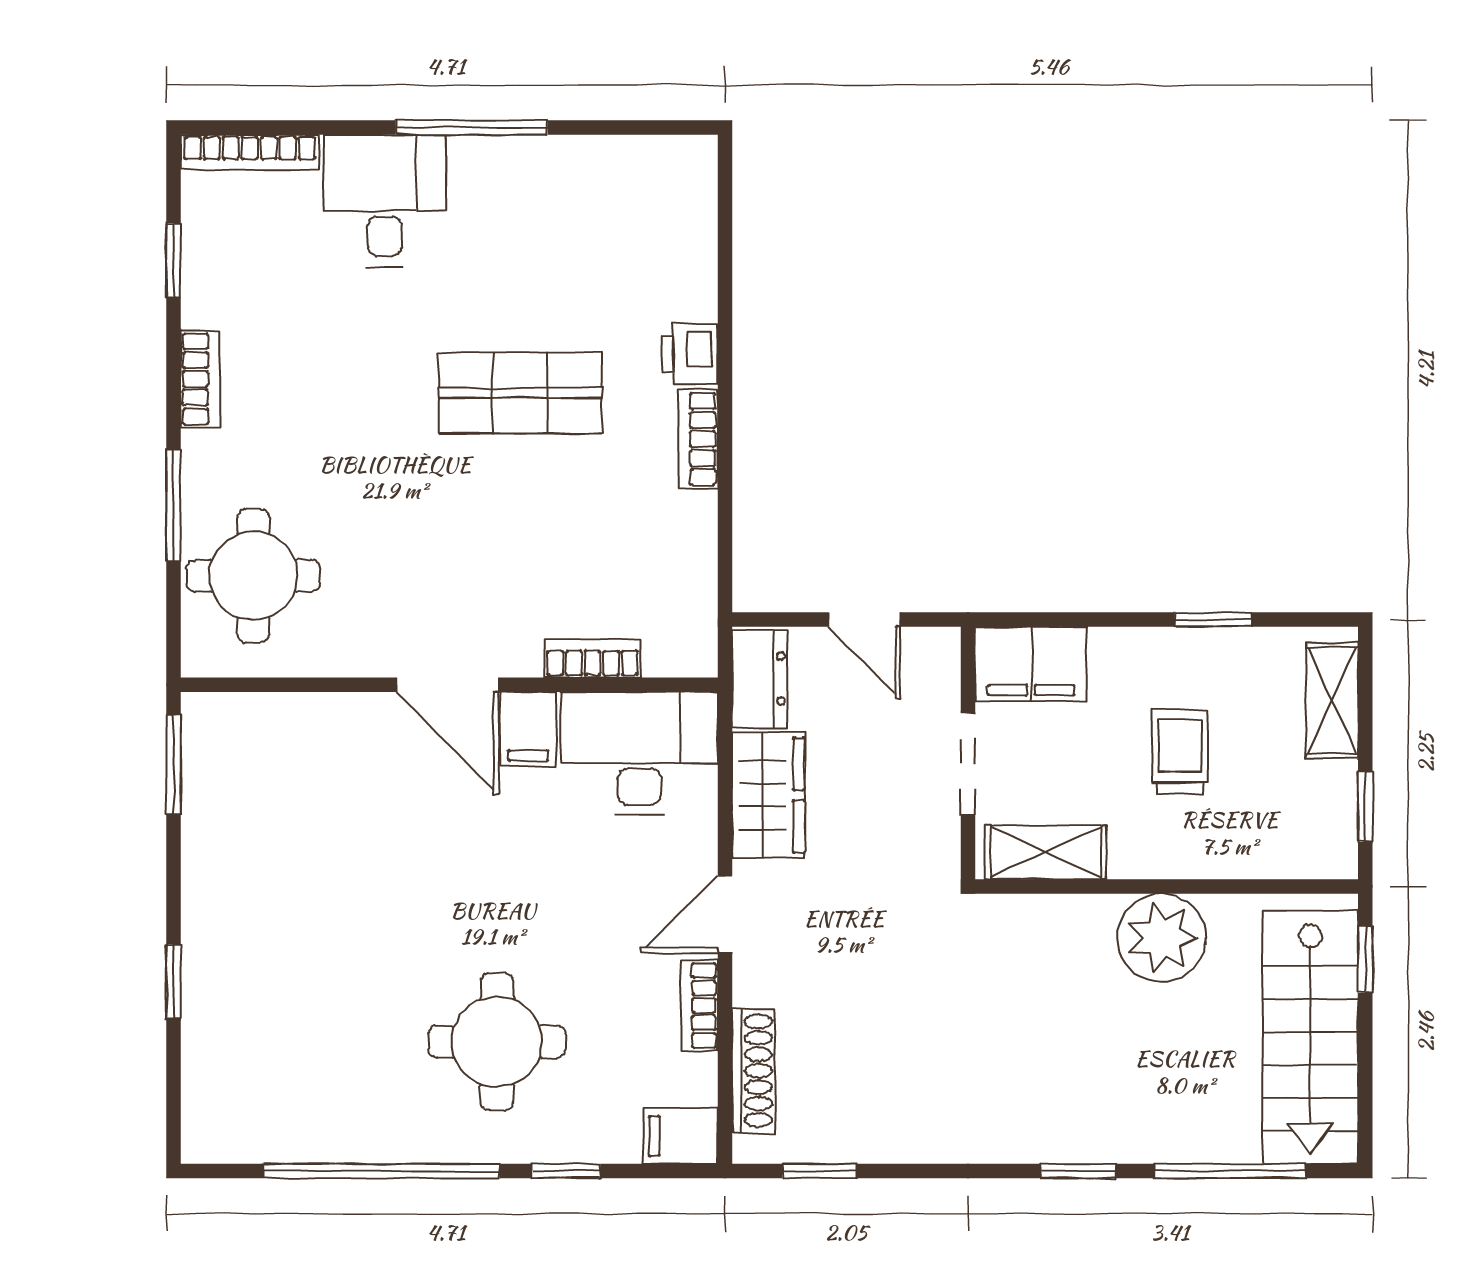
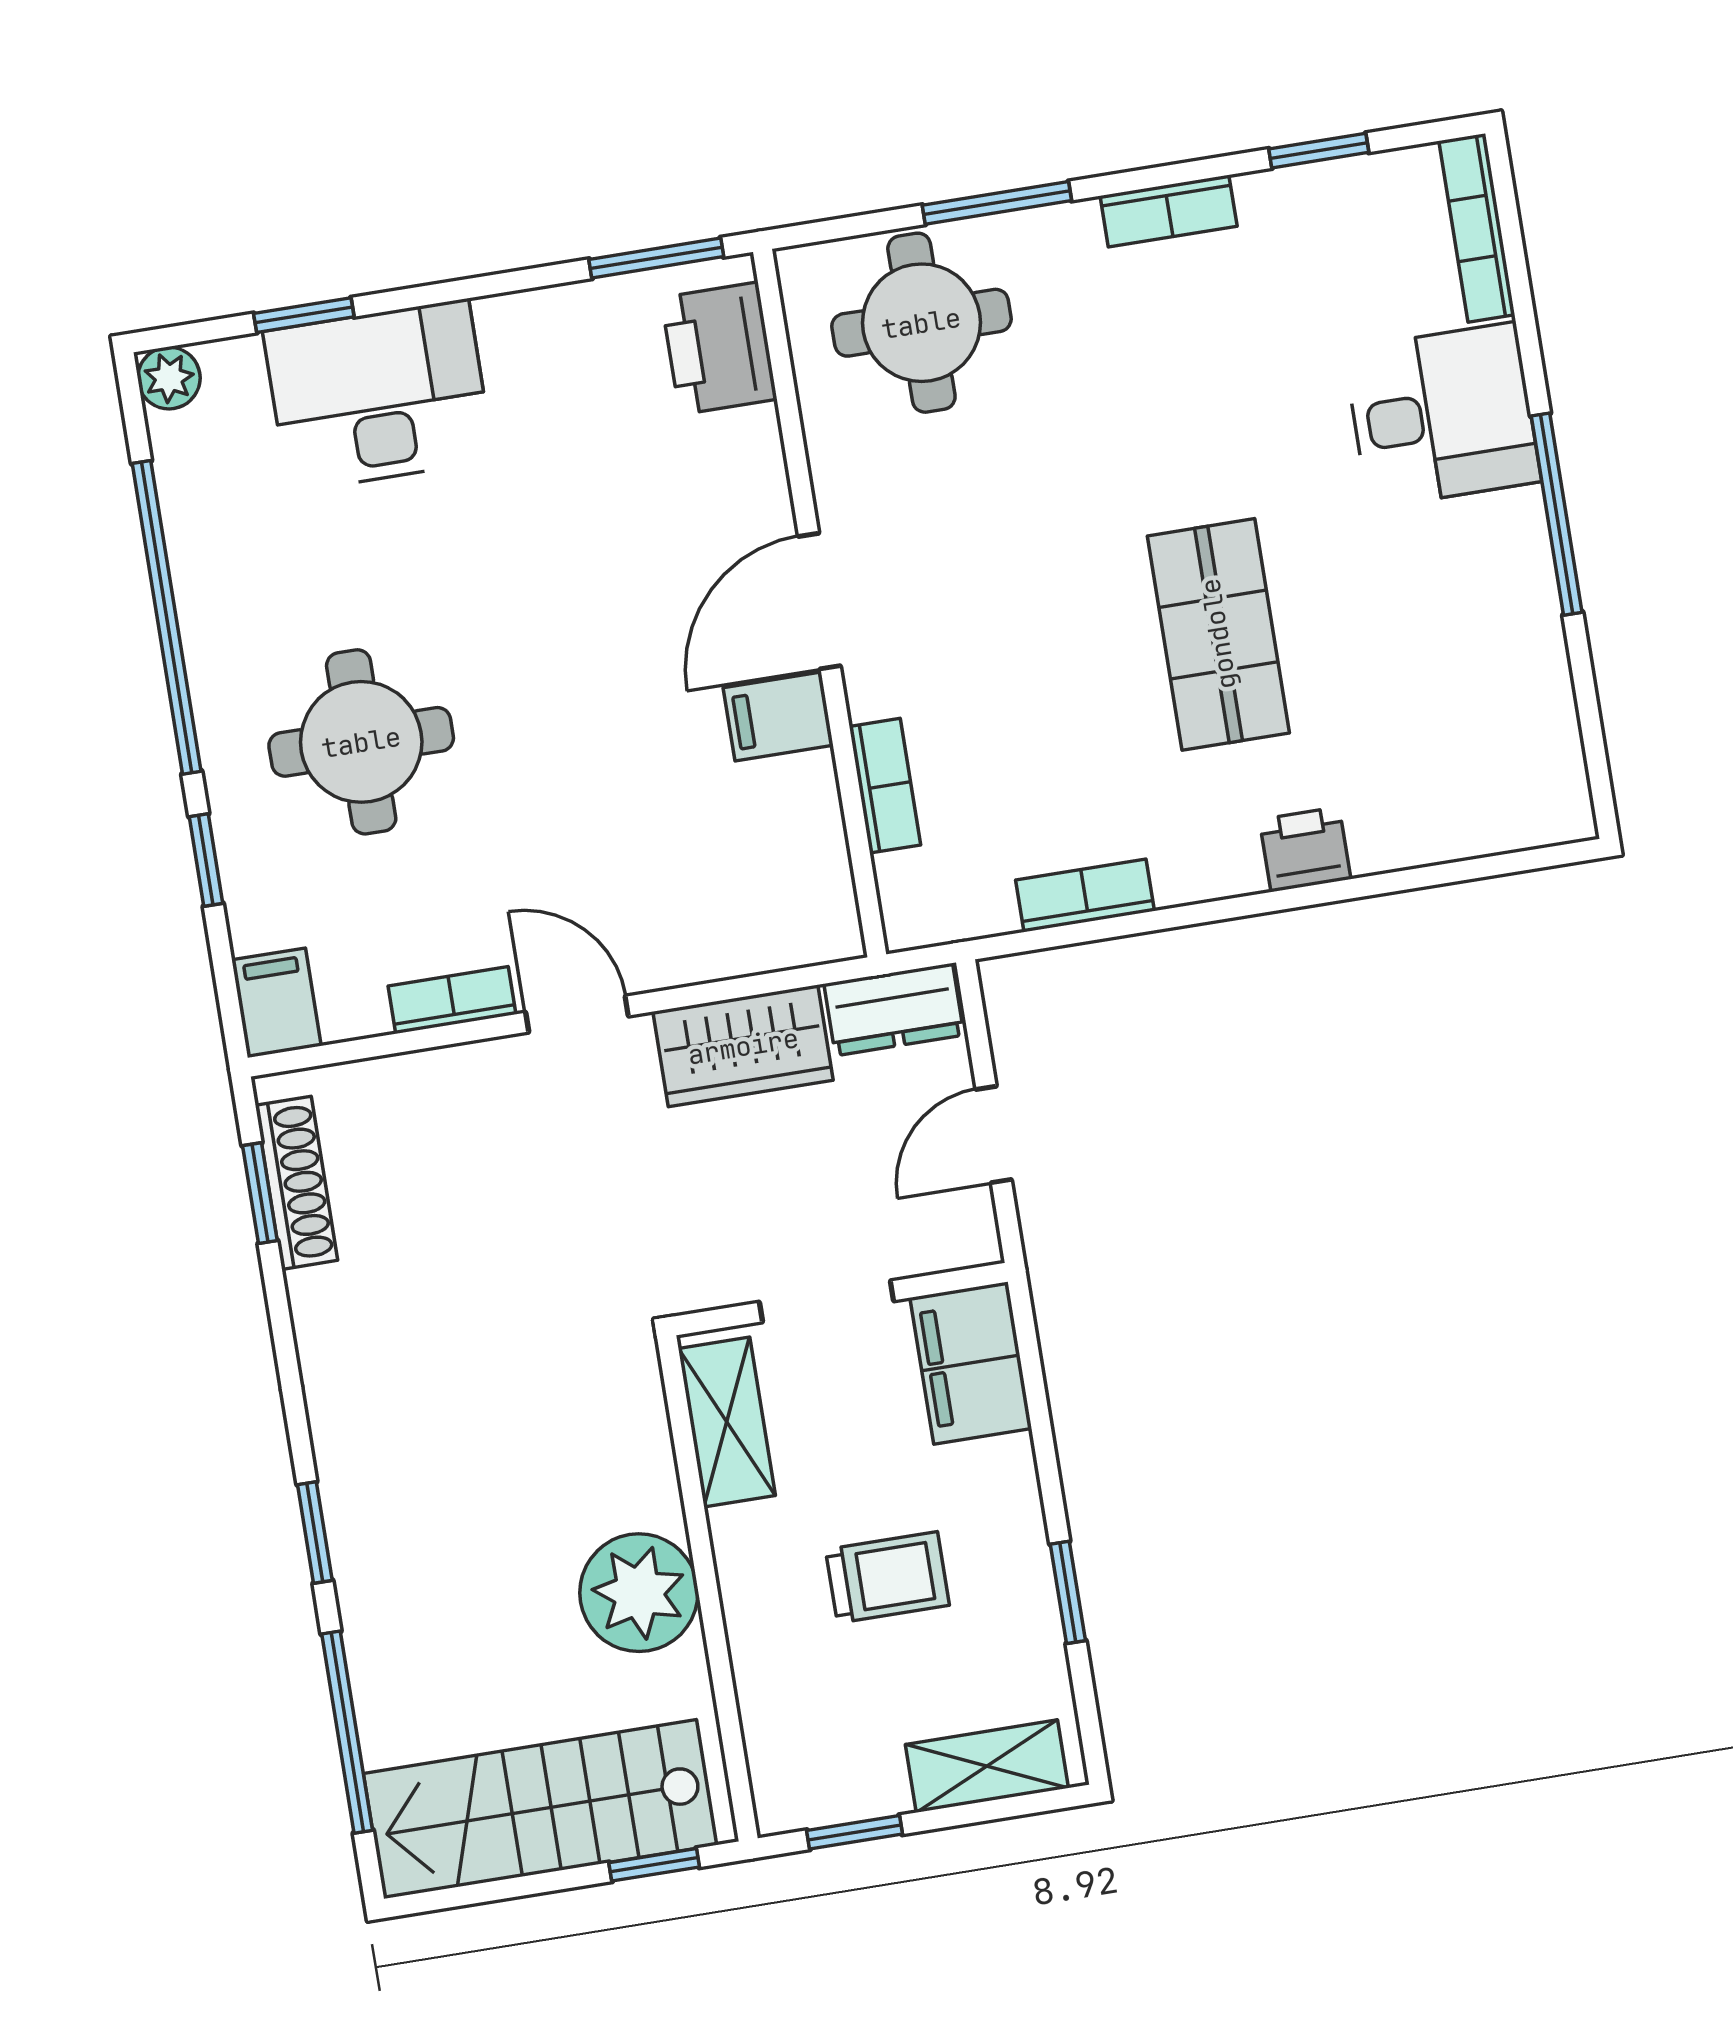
bookcase: (698, 439) -> (1085, 895), moved
printer: (248, 729) -> (719, 348), added
desk: (639, 754) -> (378, 396), moved, turned -90
window: (173, 982) -> (304, 315), moved
shoe rack: (753, 1071) -> (296, 1183), moved, turned -90
plant: (204, 1141) -> (169, 378), added

